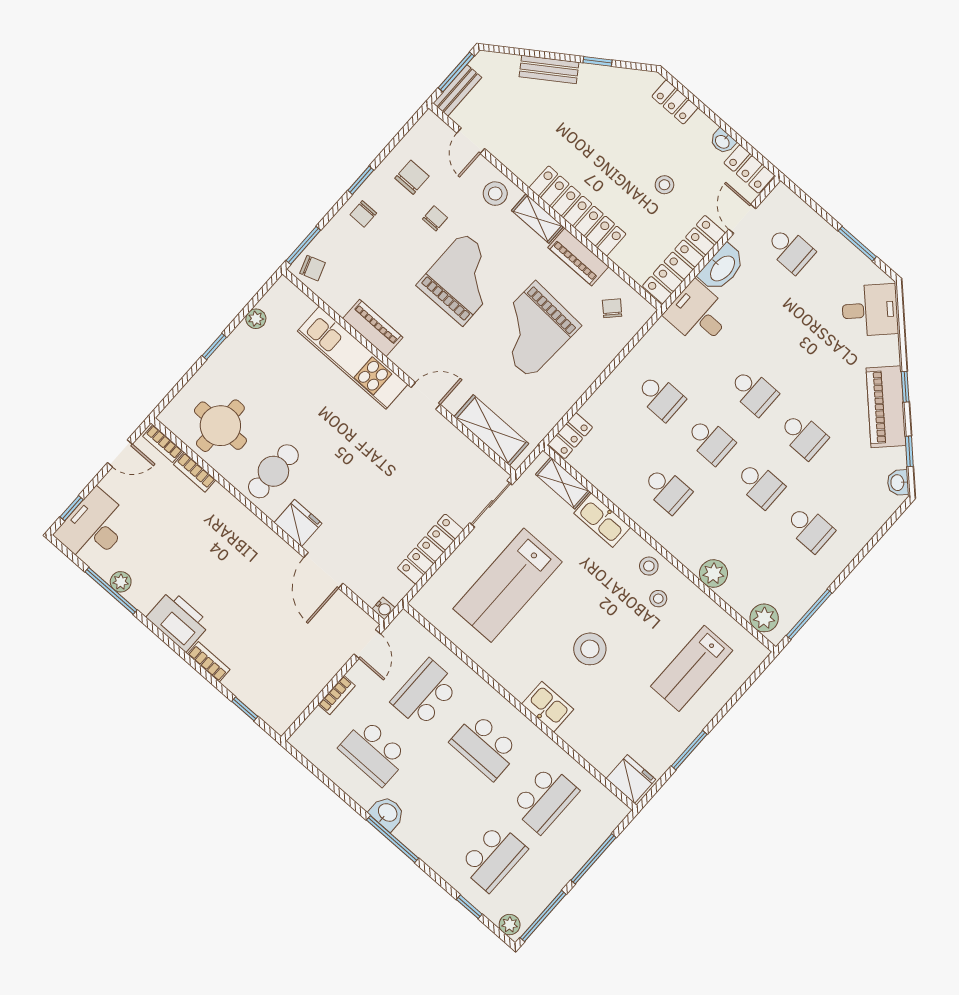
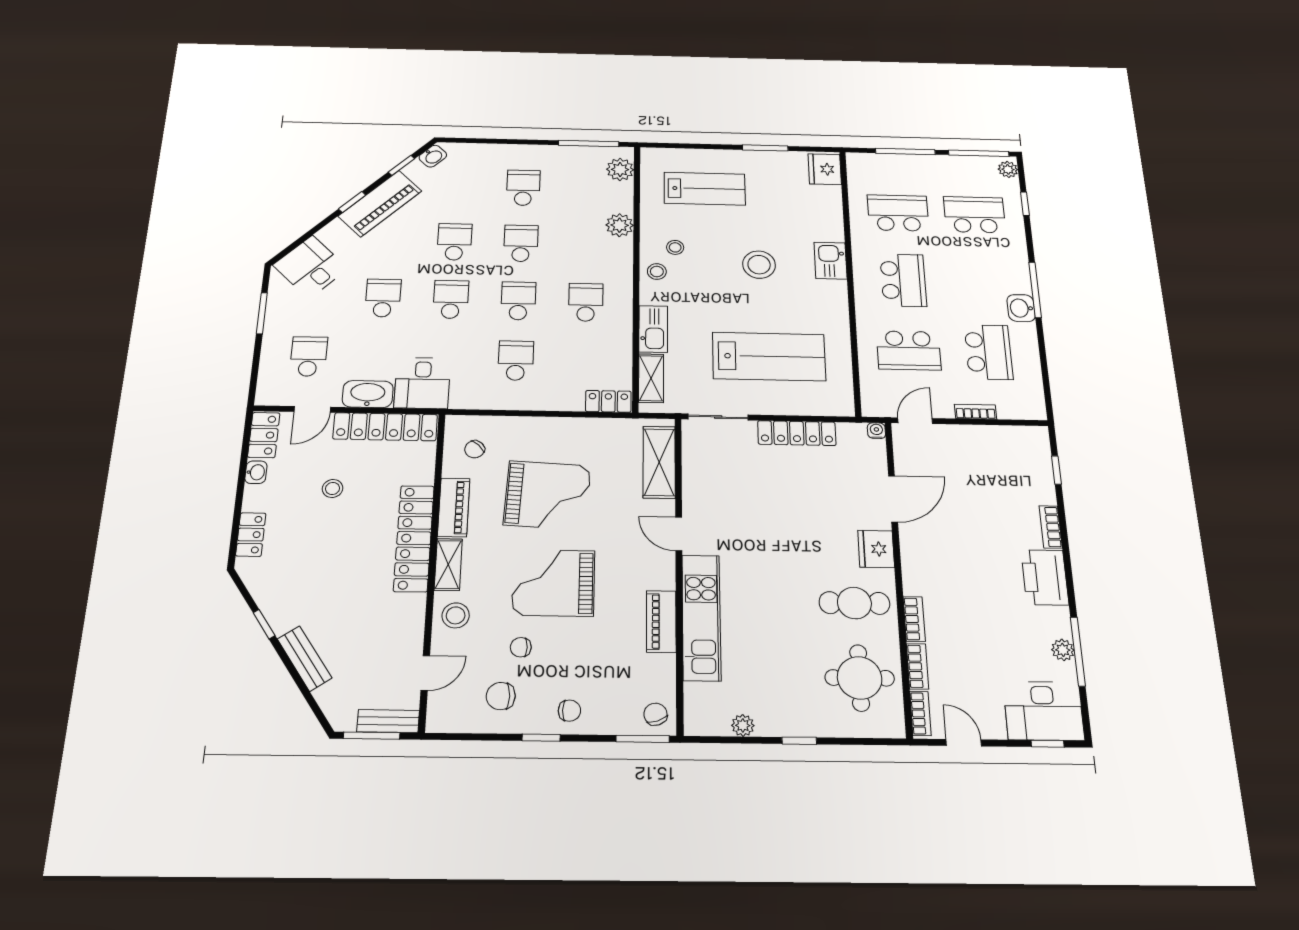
school desk: (797, 343) -> (383, 298), added
bookcase: (228, 501) -> (914, 619), added

